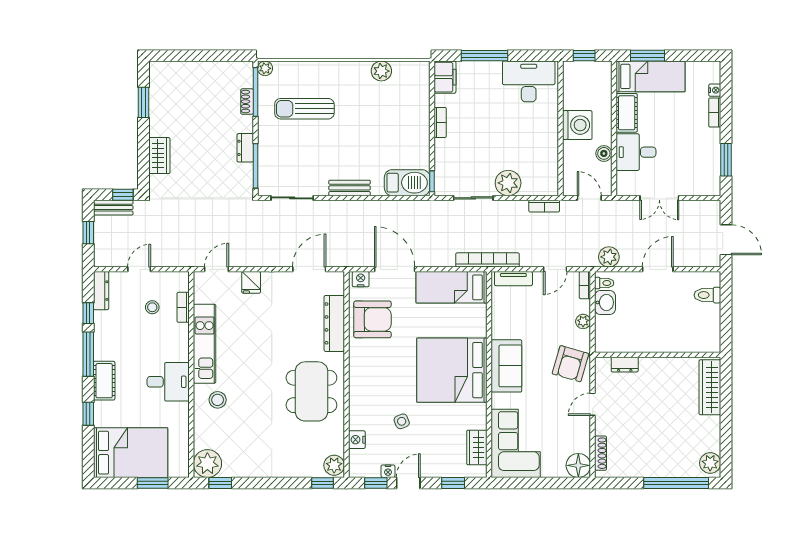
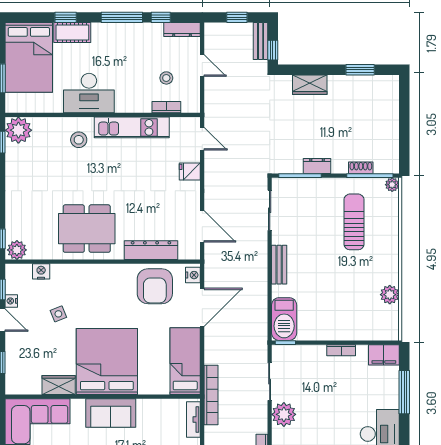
cot: (104, 381) -> (72, 33), moved
desk: (168, 382) -> (89, 93), width x1.37
wardrobe: (477, 447) -> (59, 385), moved

